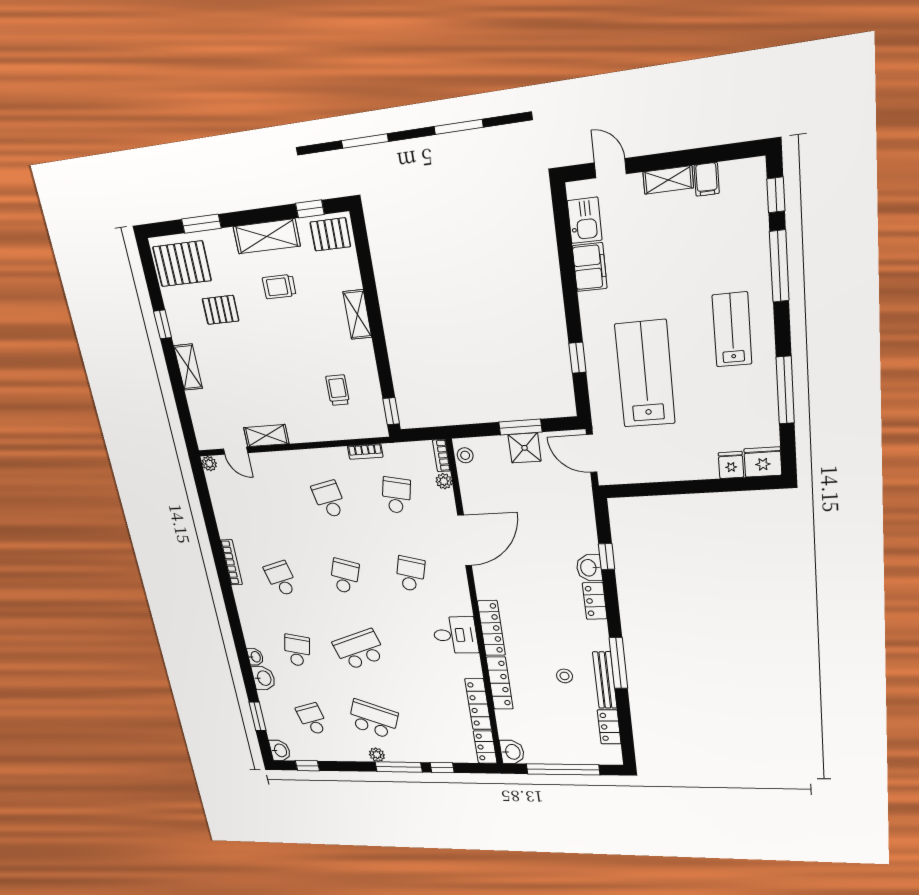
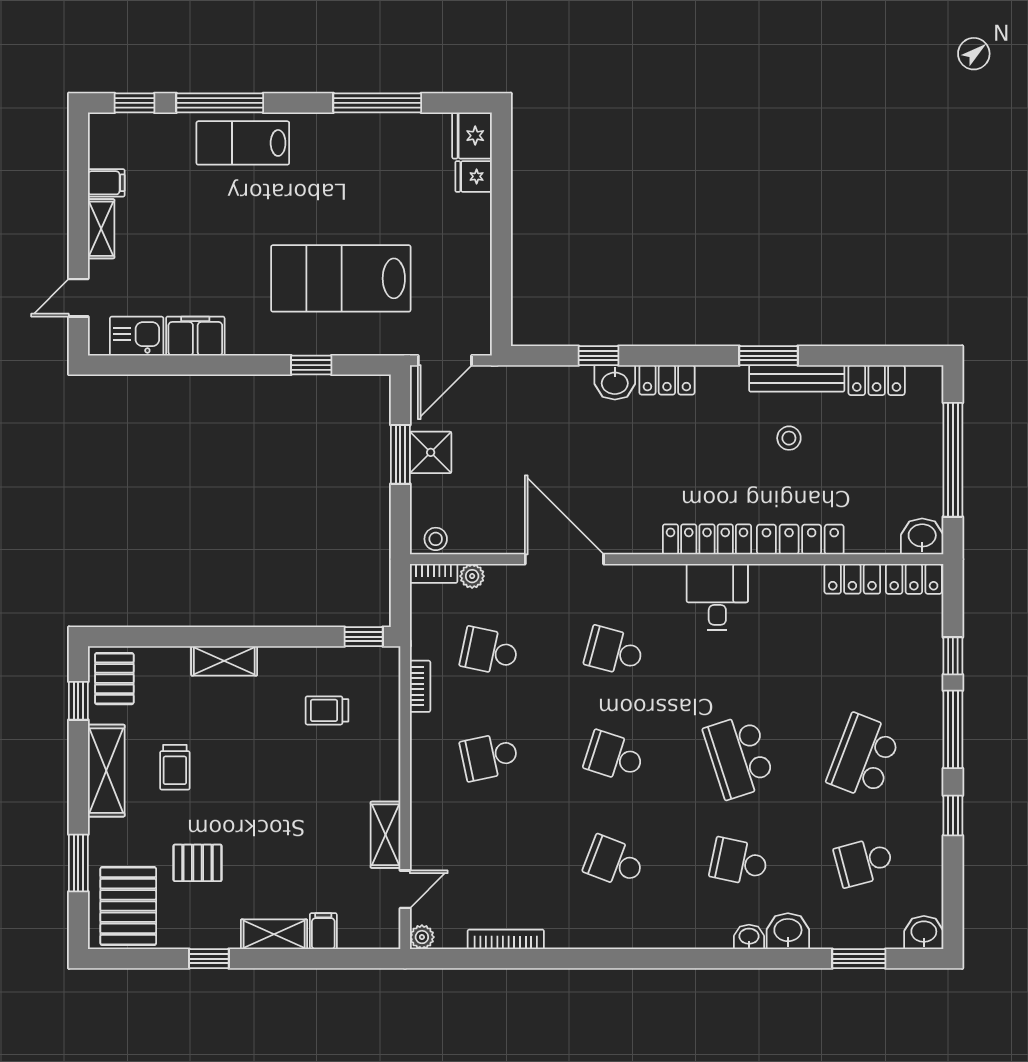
pallet: (221, 310) -> (198, 863), turned 90
lab bench: (732, 330) -> (243, 143), moved
filing cabinet: (198, 400) -> (323, 931), added
bookcase: (231, 562) -> (506, 939), moved
school desk: (281, 579) -> (614, 862), turned 36
window: (618, 663) -> (769, 356), width x0.69
locker: (478, 704) -> (852, 579), width x0.66
plant: (377, 755) -> (930, 763), removed
window: (307, 766) -> (953, 815), moved

